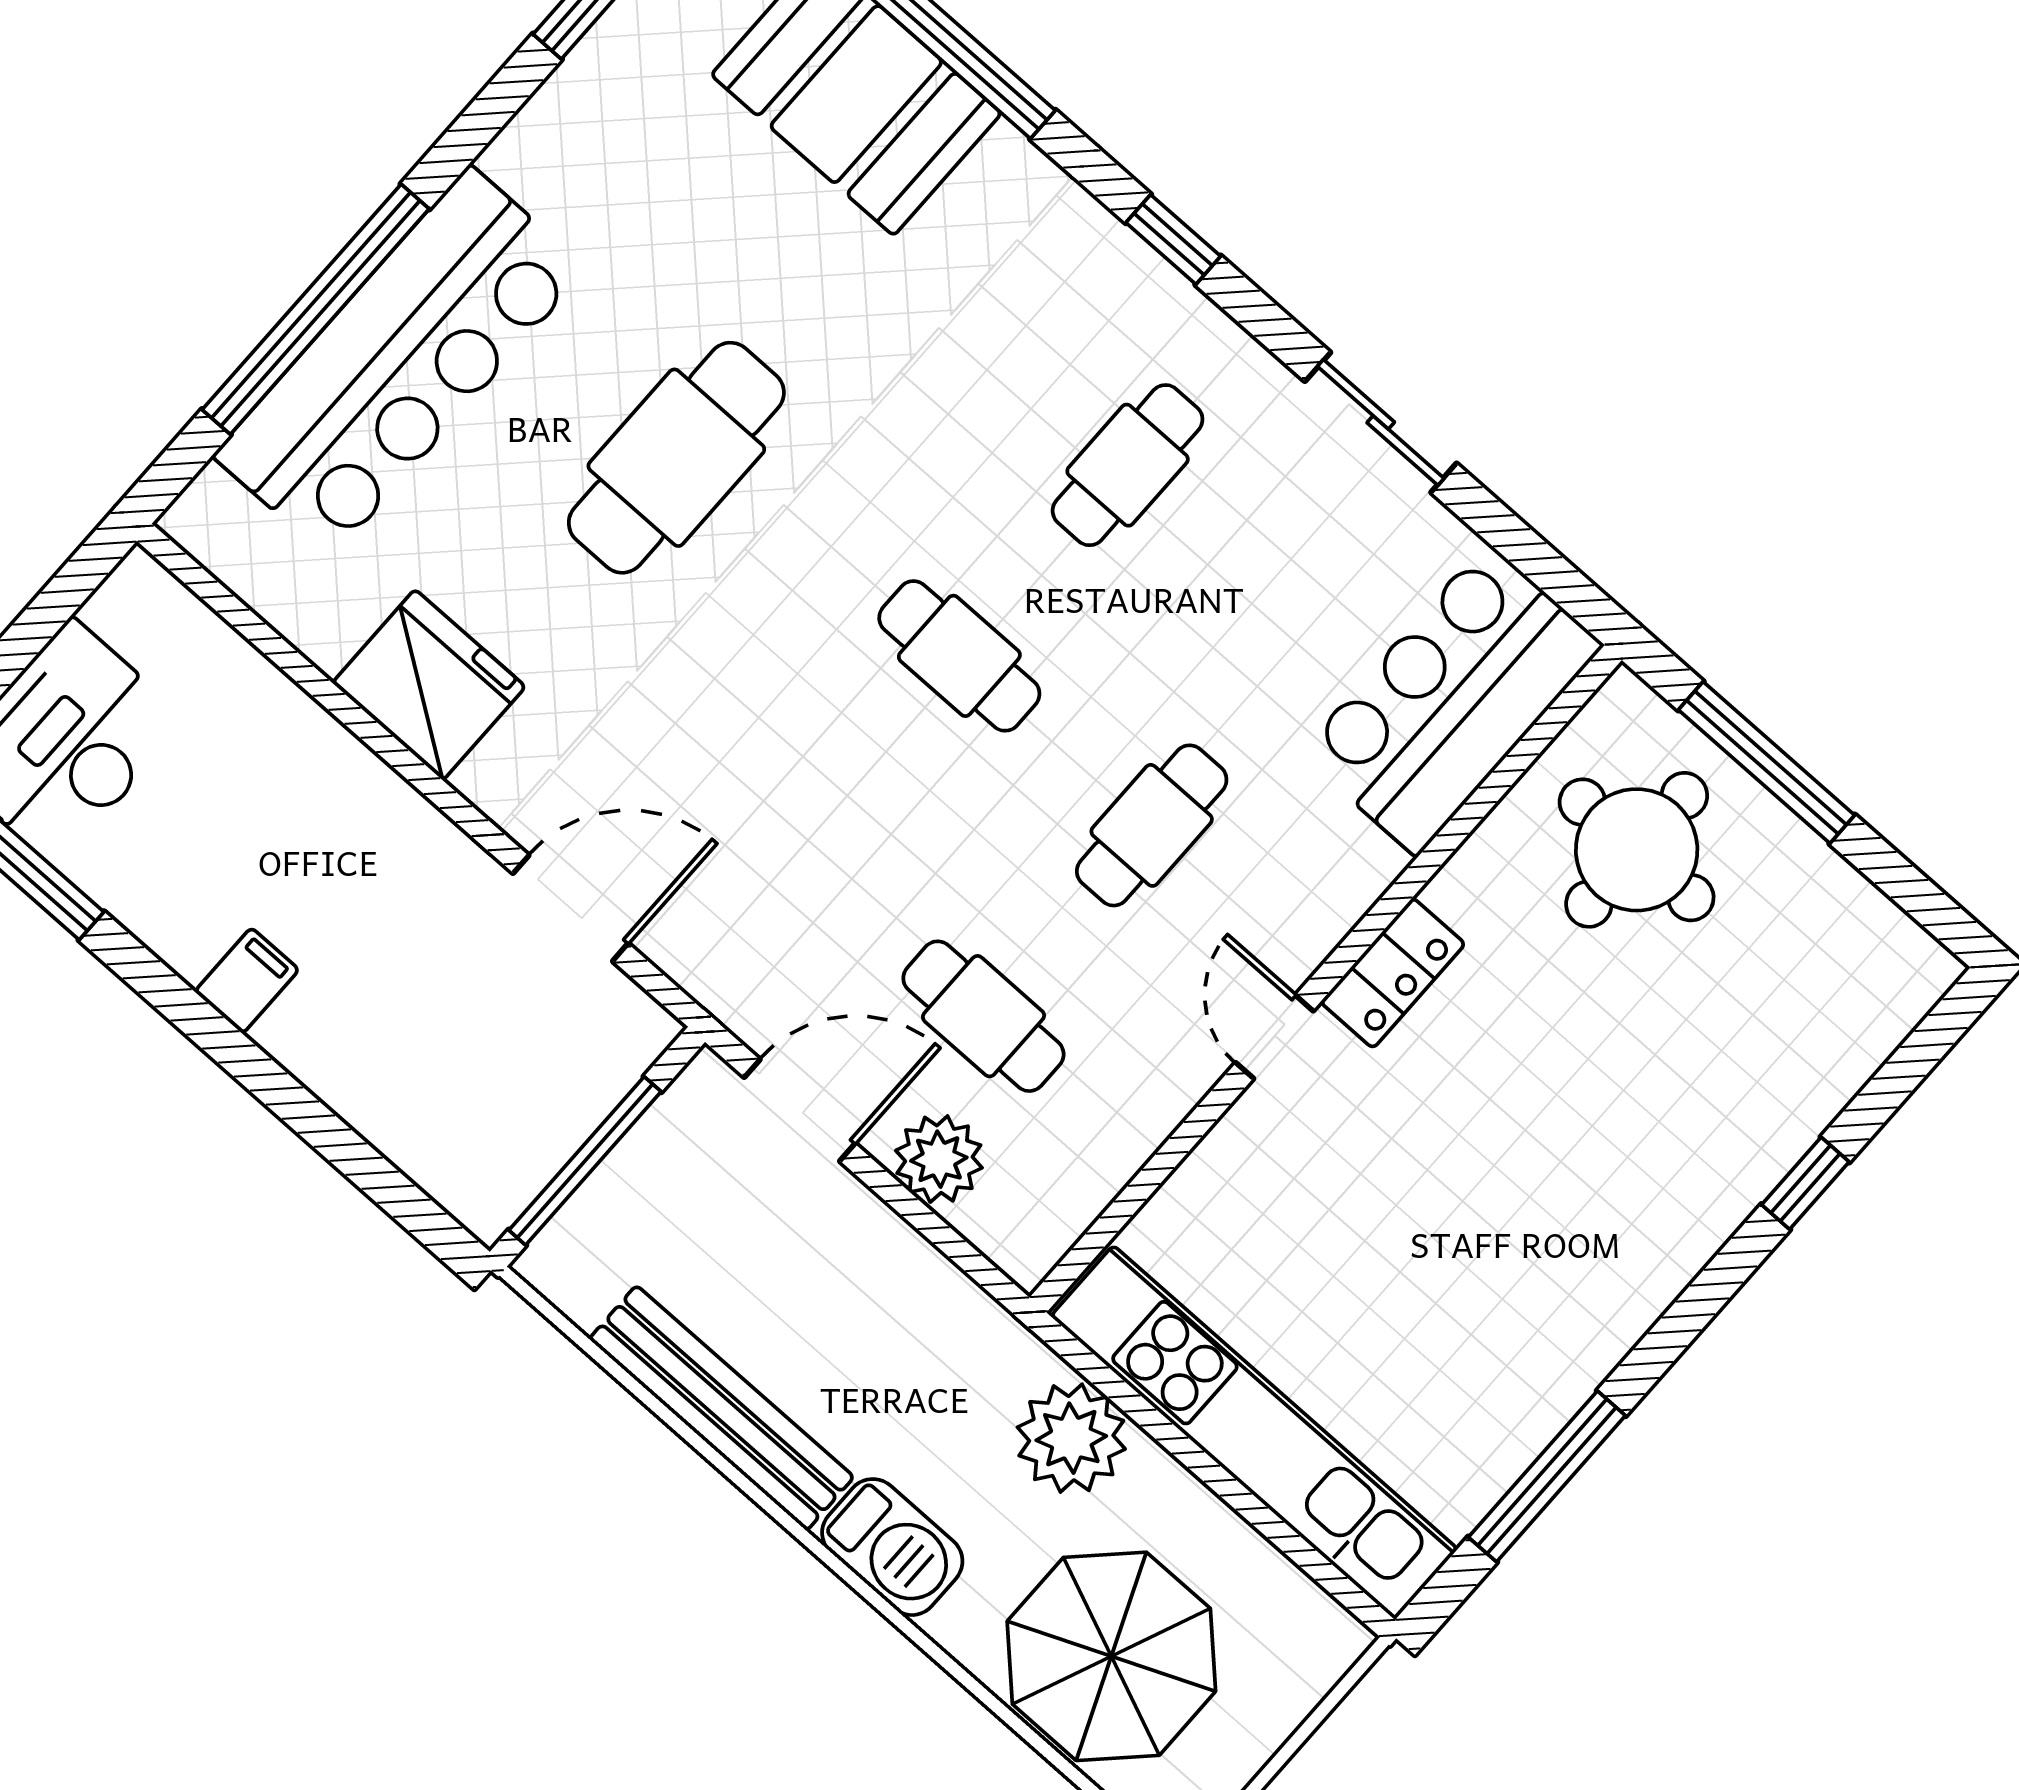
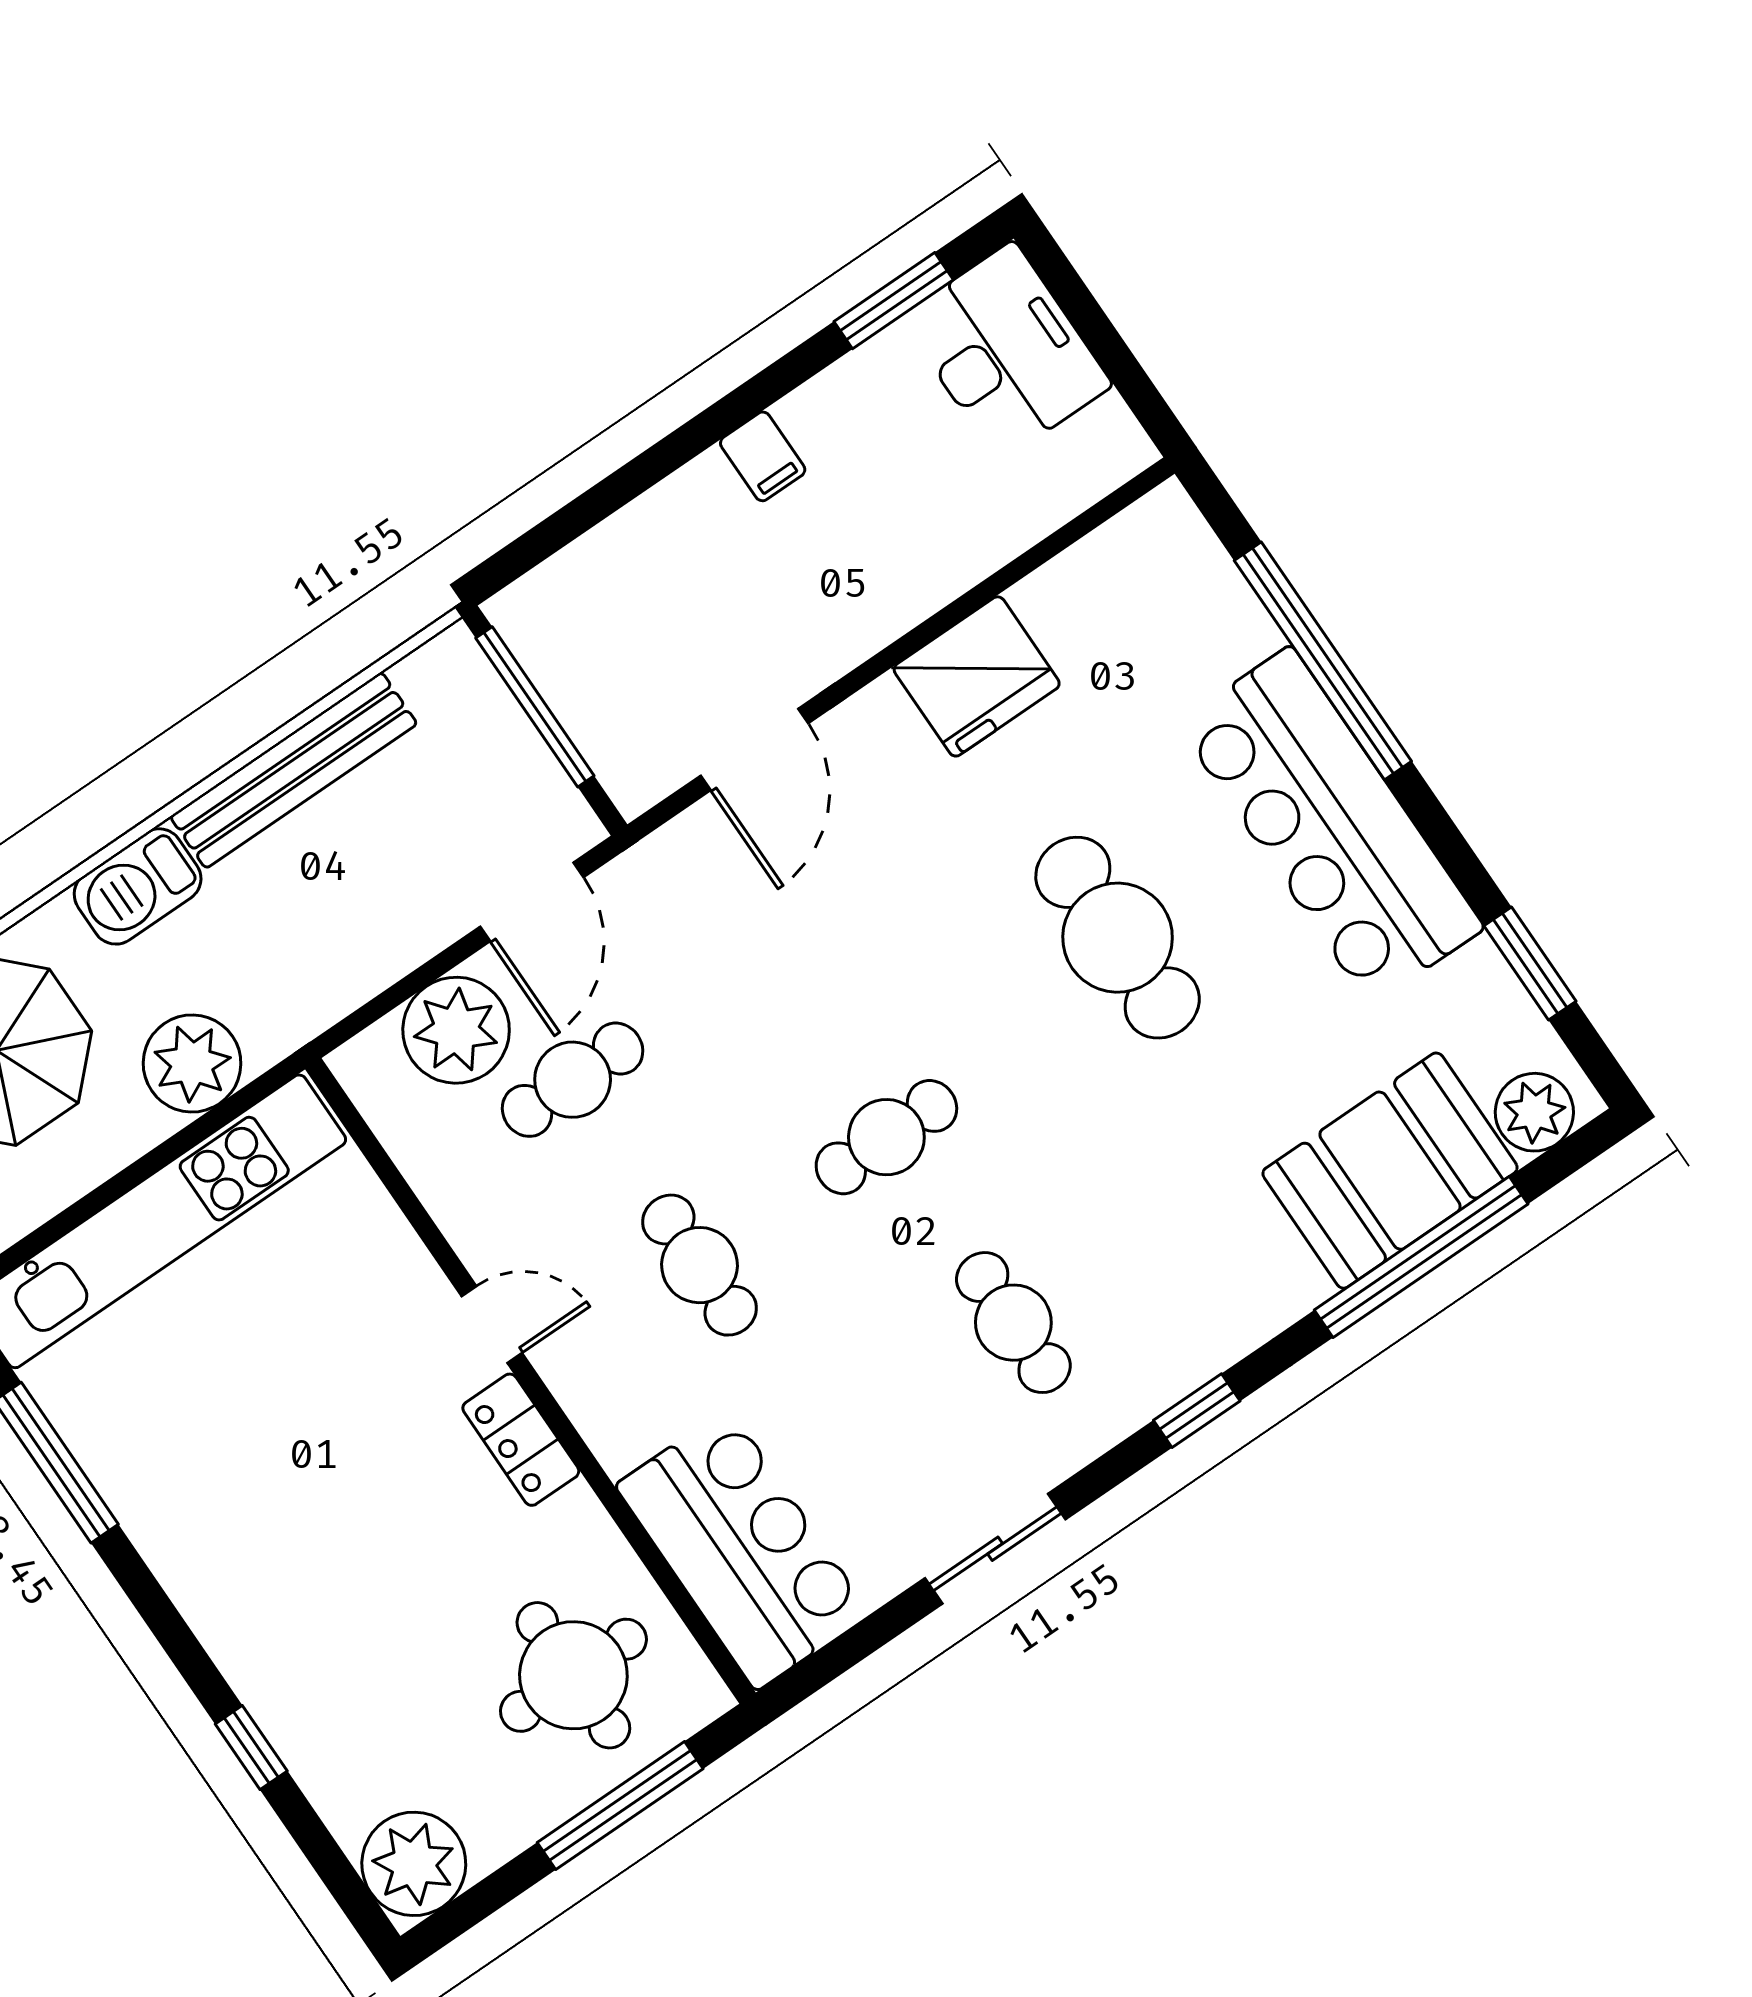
bar counter: (400, 362) -> (1330, 826), moved
plant: (1888, 973) -> (414, 1864), added
plant: (939, 1159) -> (456, 1030), width x1.36, depth x1.36

